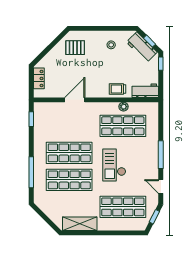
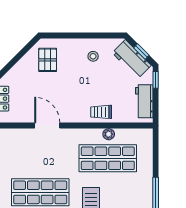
pallet: (75, 48) -> (48, 60), turned 90
workbench: (145, 91) -> (144, 101), moved, turned -90
door: (75, 100) -> (47, 126), hinge flipped

